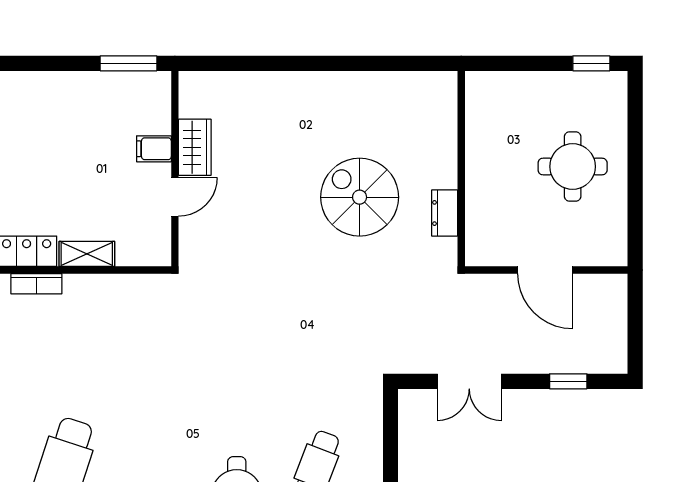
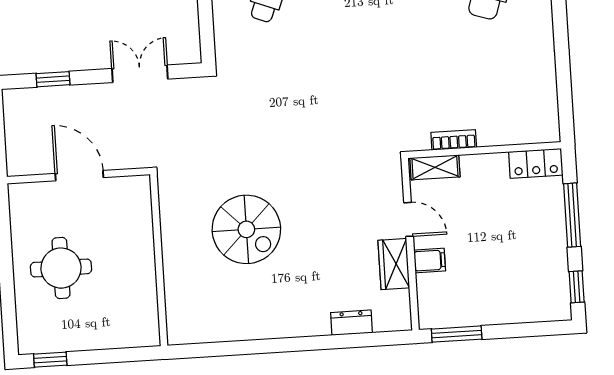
door: (175, 197) -> (409, 219), swing flipped
dresser: (445, 213) -> (352, 323), moved, turned -90
shelving: (87, 254) -> (435, 167), moved
bookcase: (36, 284) -> (454, 140), moved

